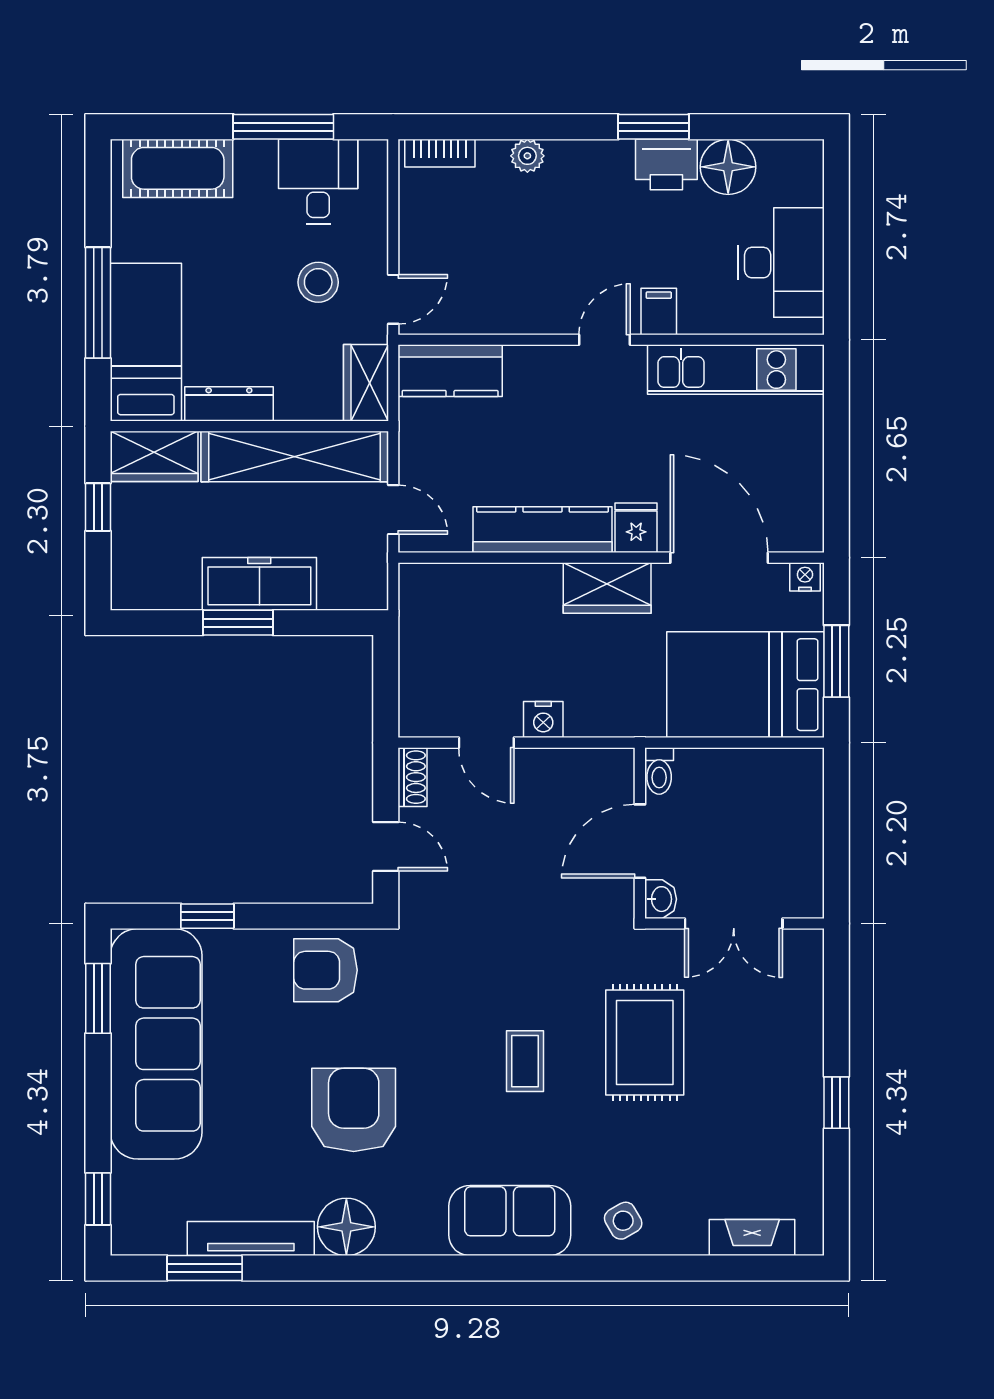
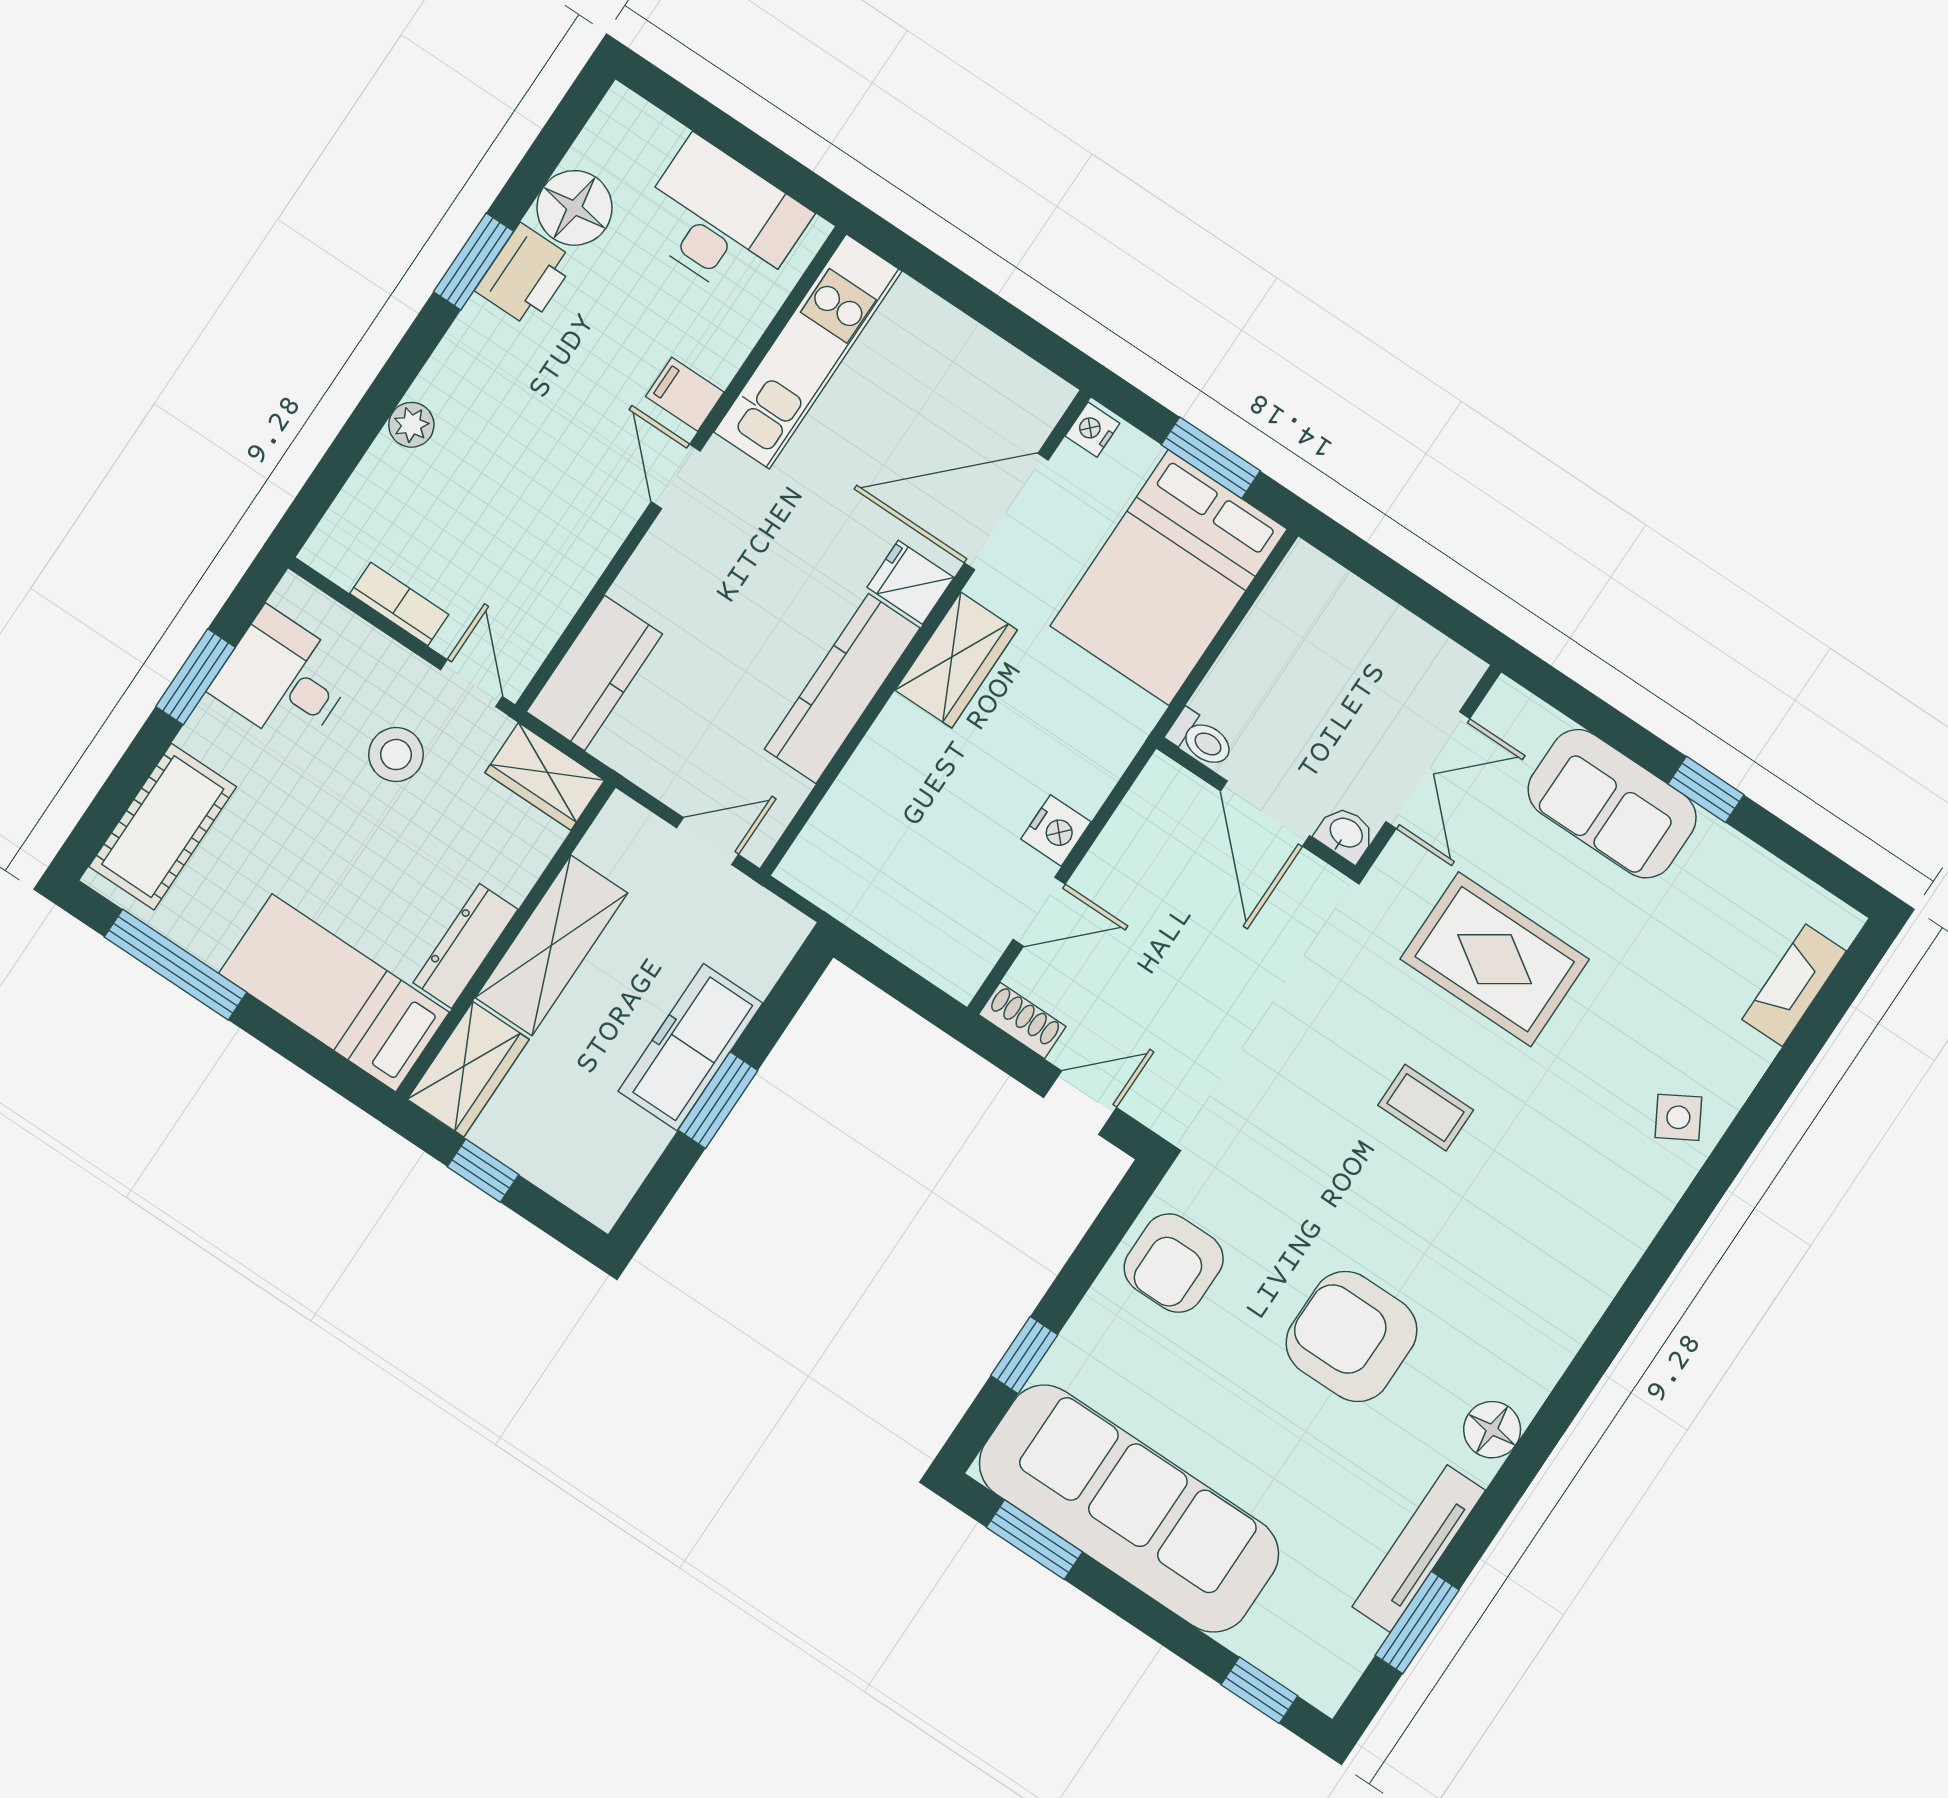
window: (283, 127) -> (195, 677), width x0.69
bookcase: (440, 153) -> (399, 604), moved, turned -90
window: (98, 303) -> (175, 965), moved
shelving: (294, 456) -> (551, 945), width x0.68
sofa: (510, 1220) -> (1612, 804), moved, turned -90
floor lamp: (346, 1227) -> (1492, 1430), width x0.73, depth x0.73

